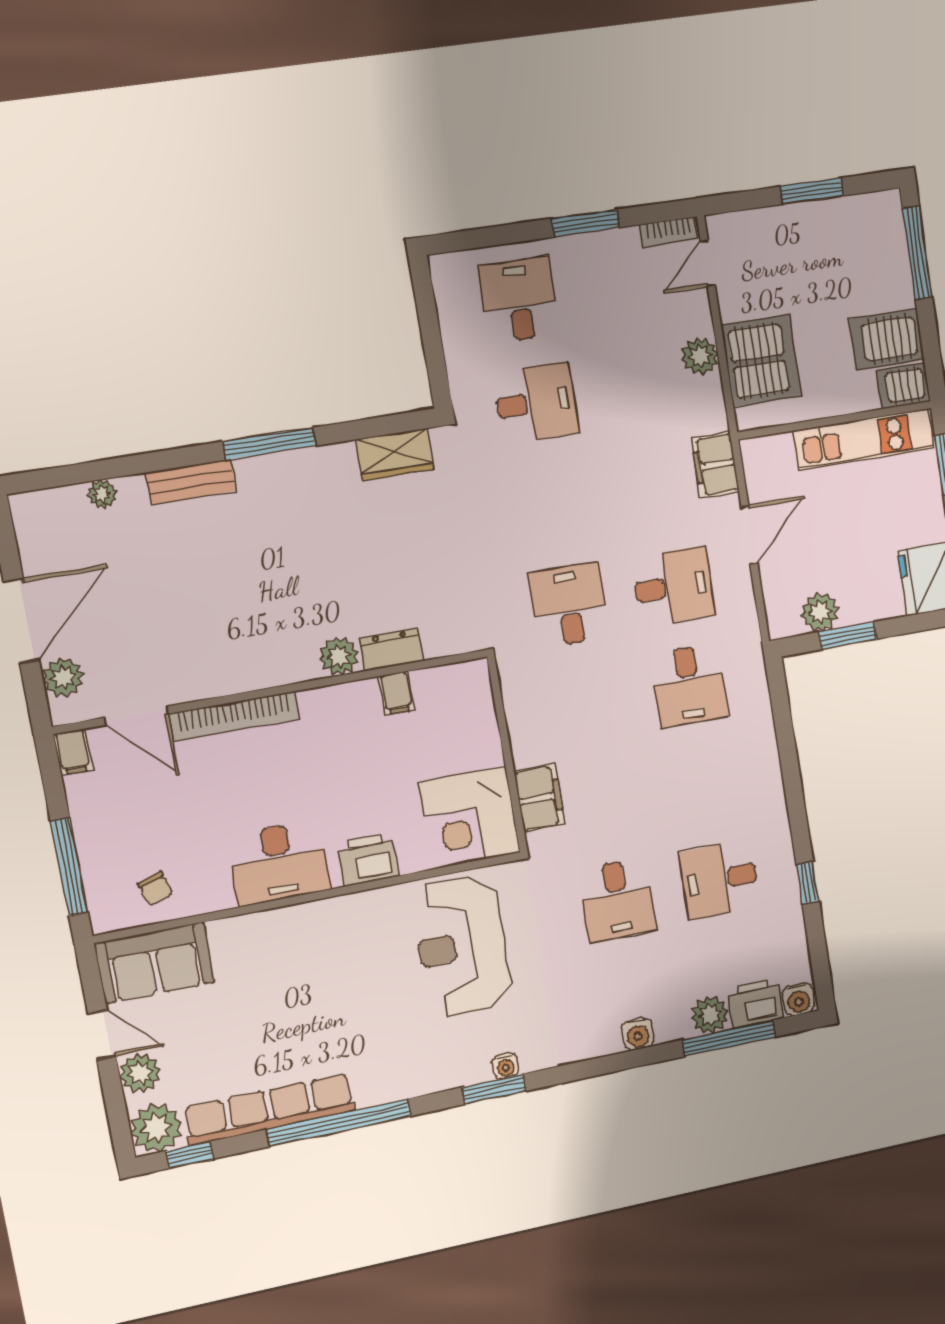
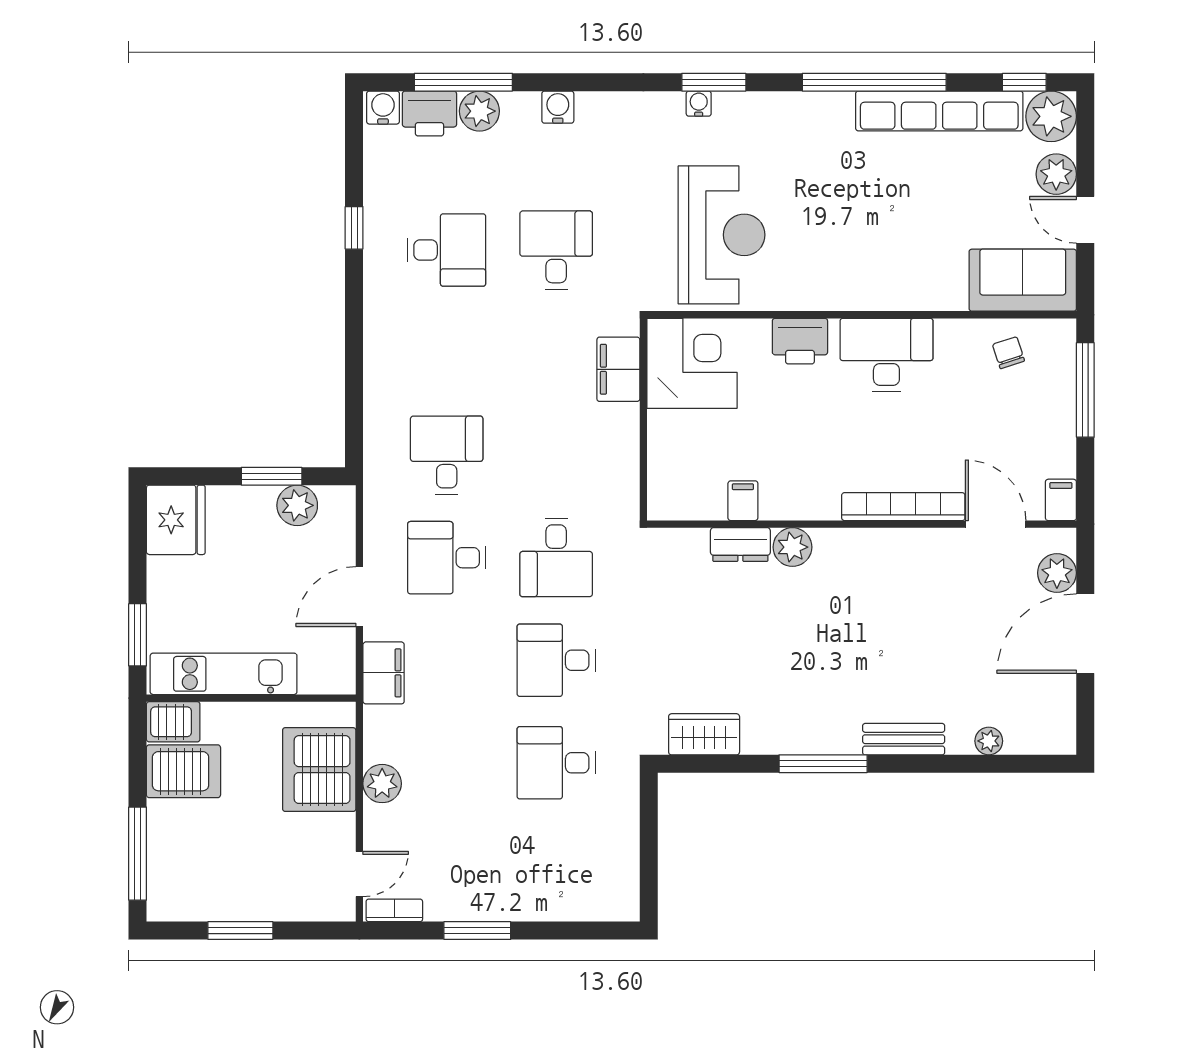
desk: (519, 300) -> (556, 660), moved, turned 90

